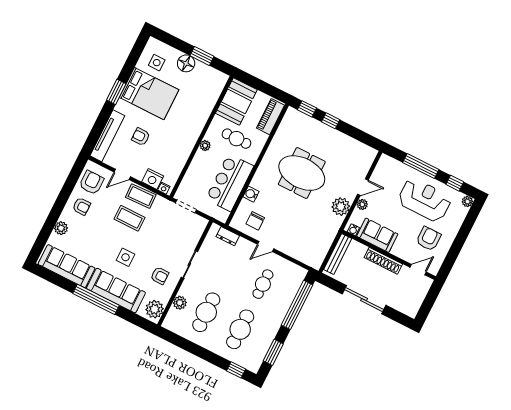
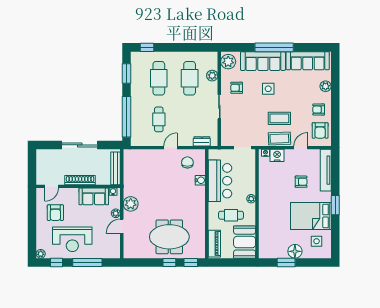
meeting table: (302, 173) -> (169, 237), moved

